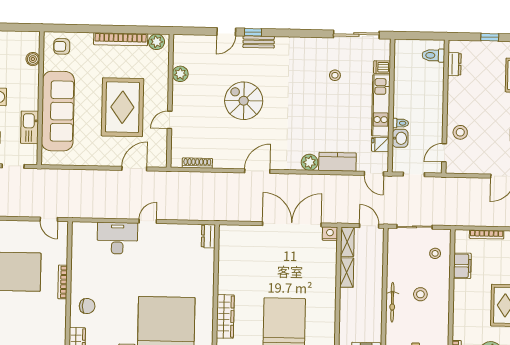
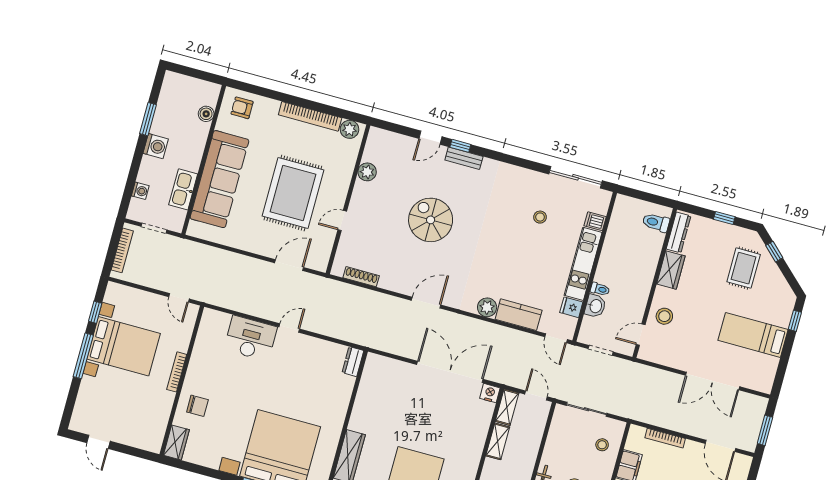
dresser: (454, 64) -> (679, 233), width x1.44
wardrobe: (456, 92) -> (671, 270), added

